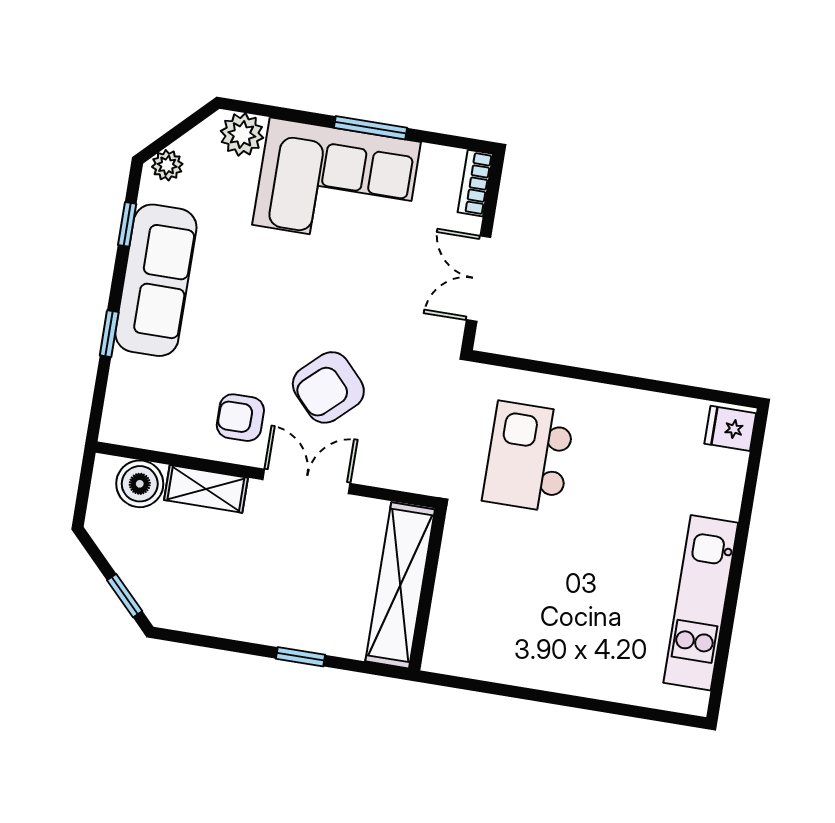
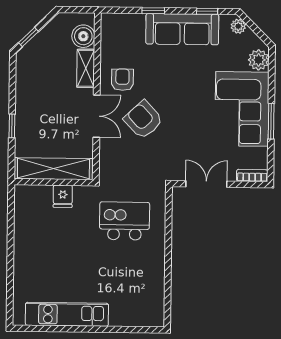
fridge: (730, 428) -> (63, 196), moved, turned 180

